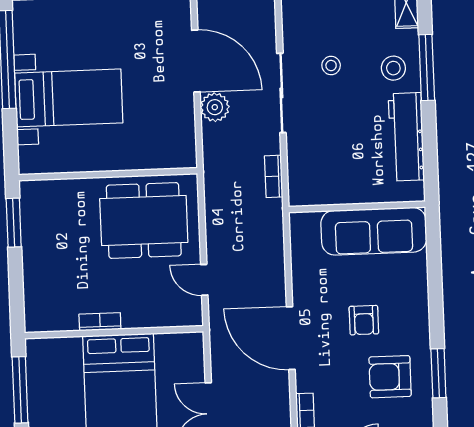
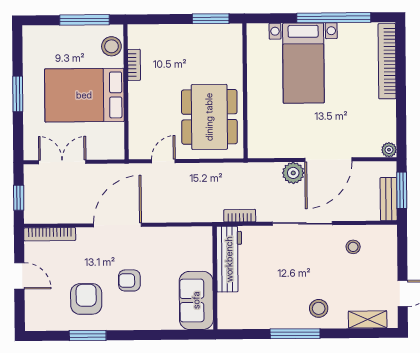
stool: (331, 66) -> (353, 247), moved
window: (427, 67) -> (295, 334), moved
workbench: (406, 137) -> (229, 259), moved, turned 90
sofa: (374, 231) -> (196, 300), width x0.73
bookcase: (100, 322) -> (134, 65), moved
stool: (54, 353) -> (111, 46), added

